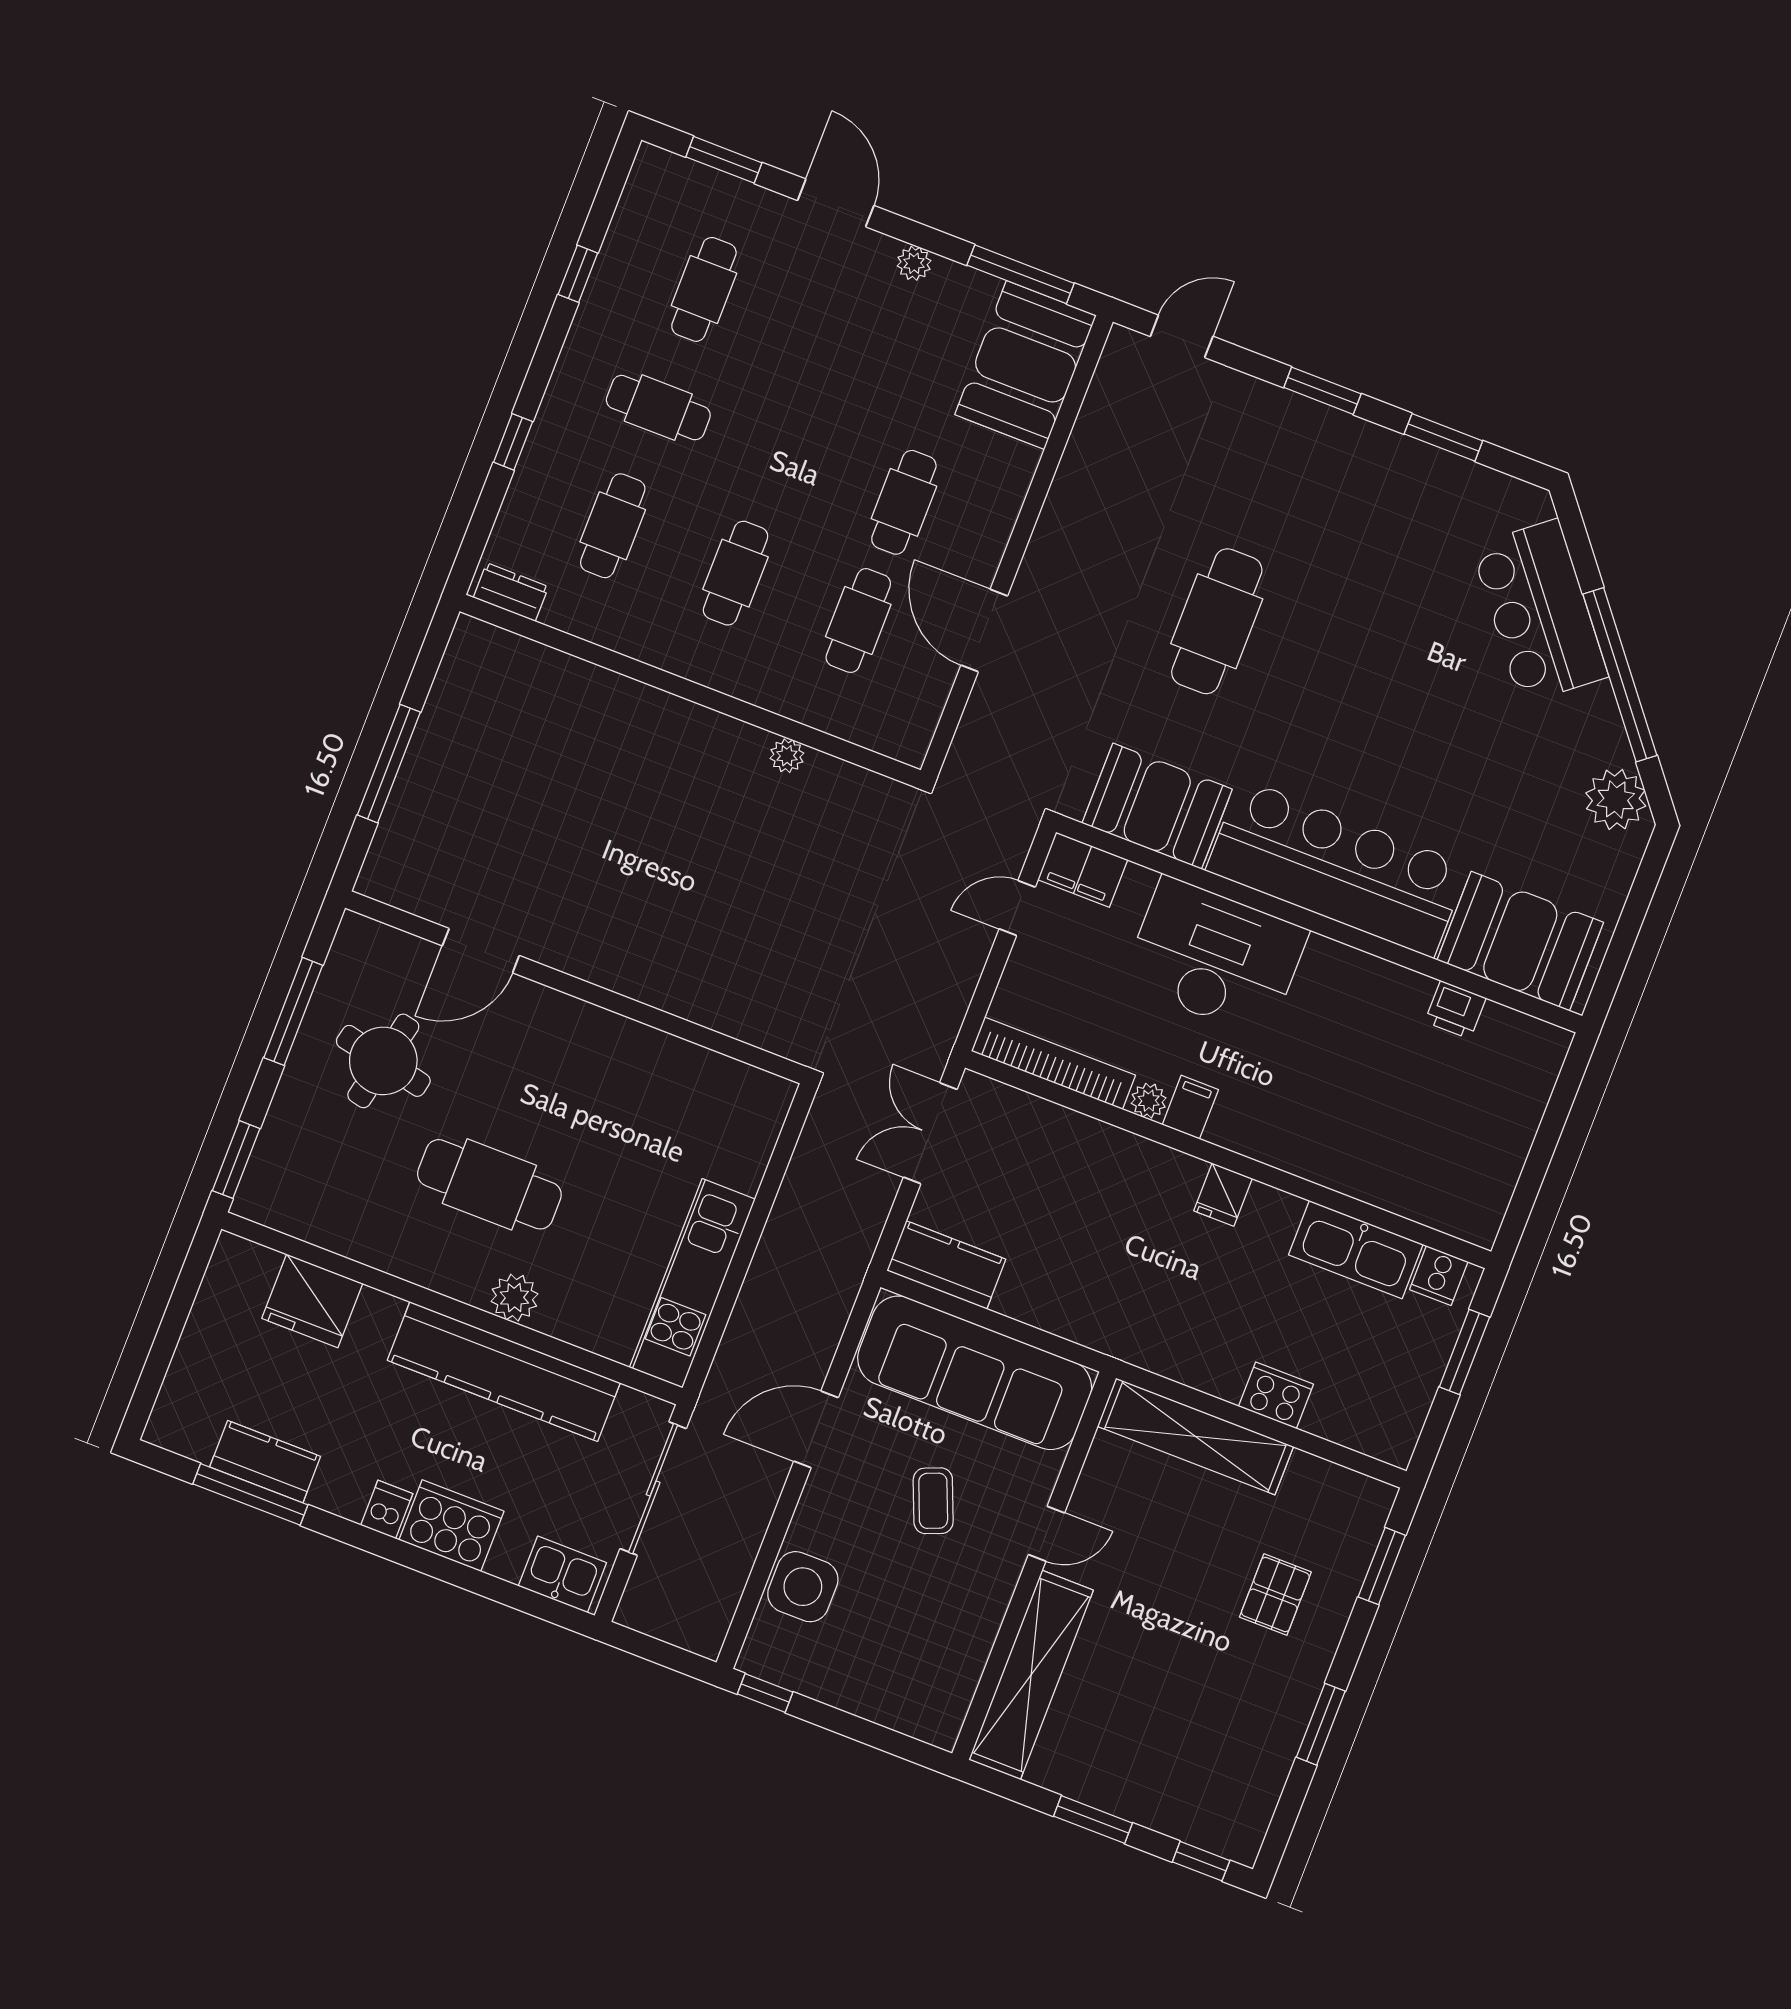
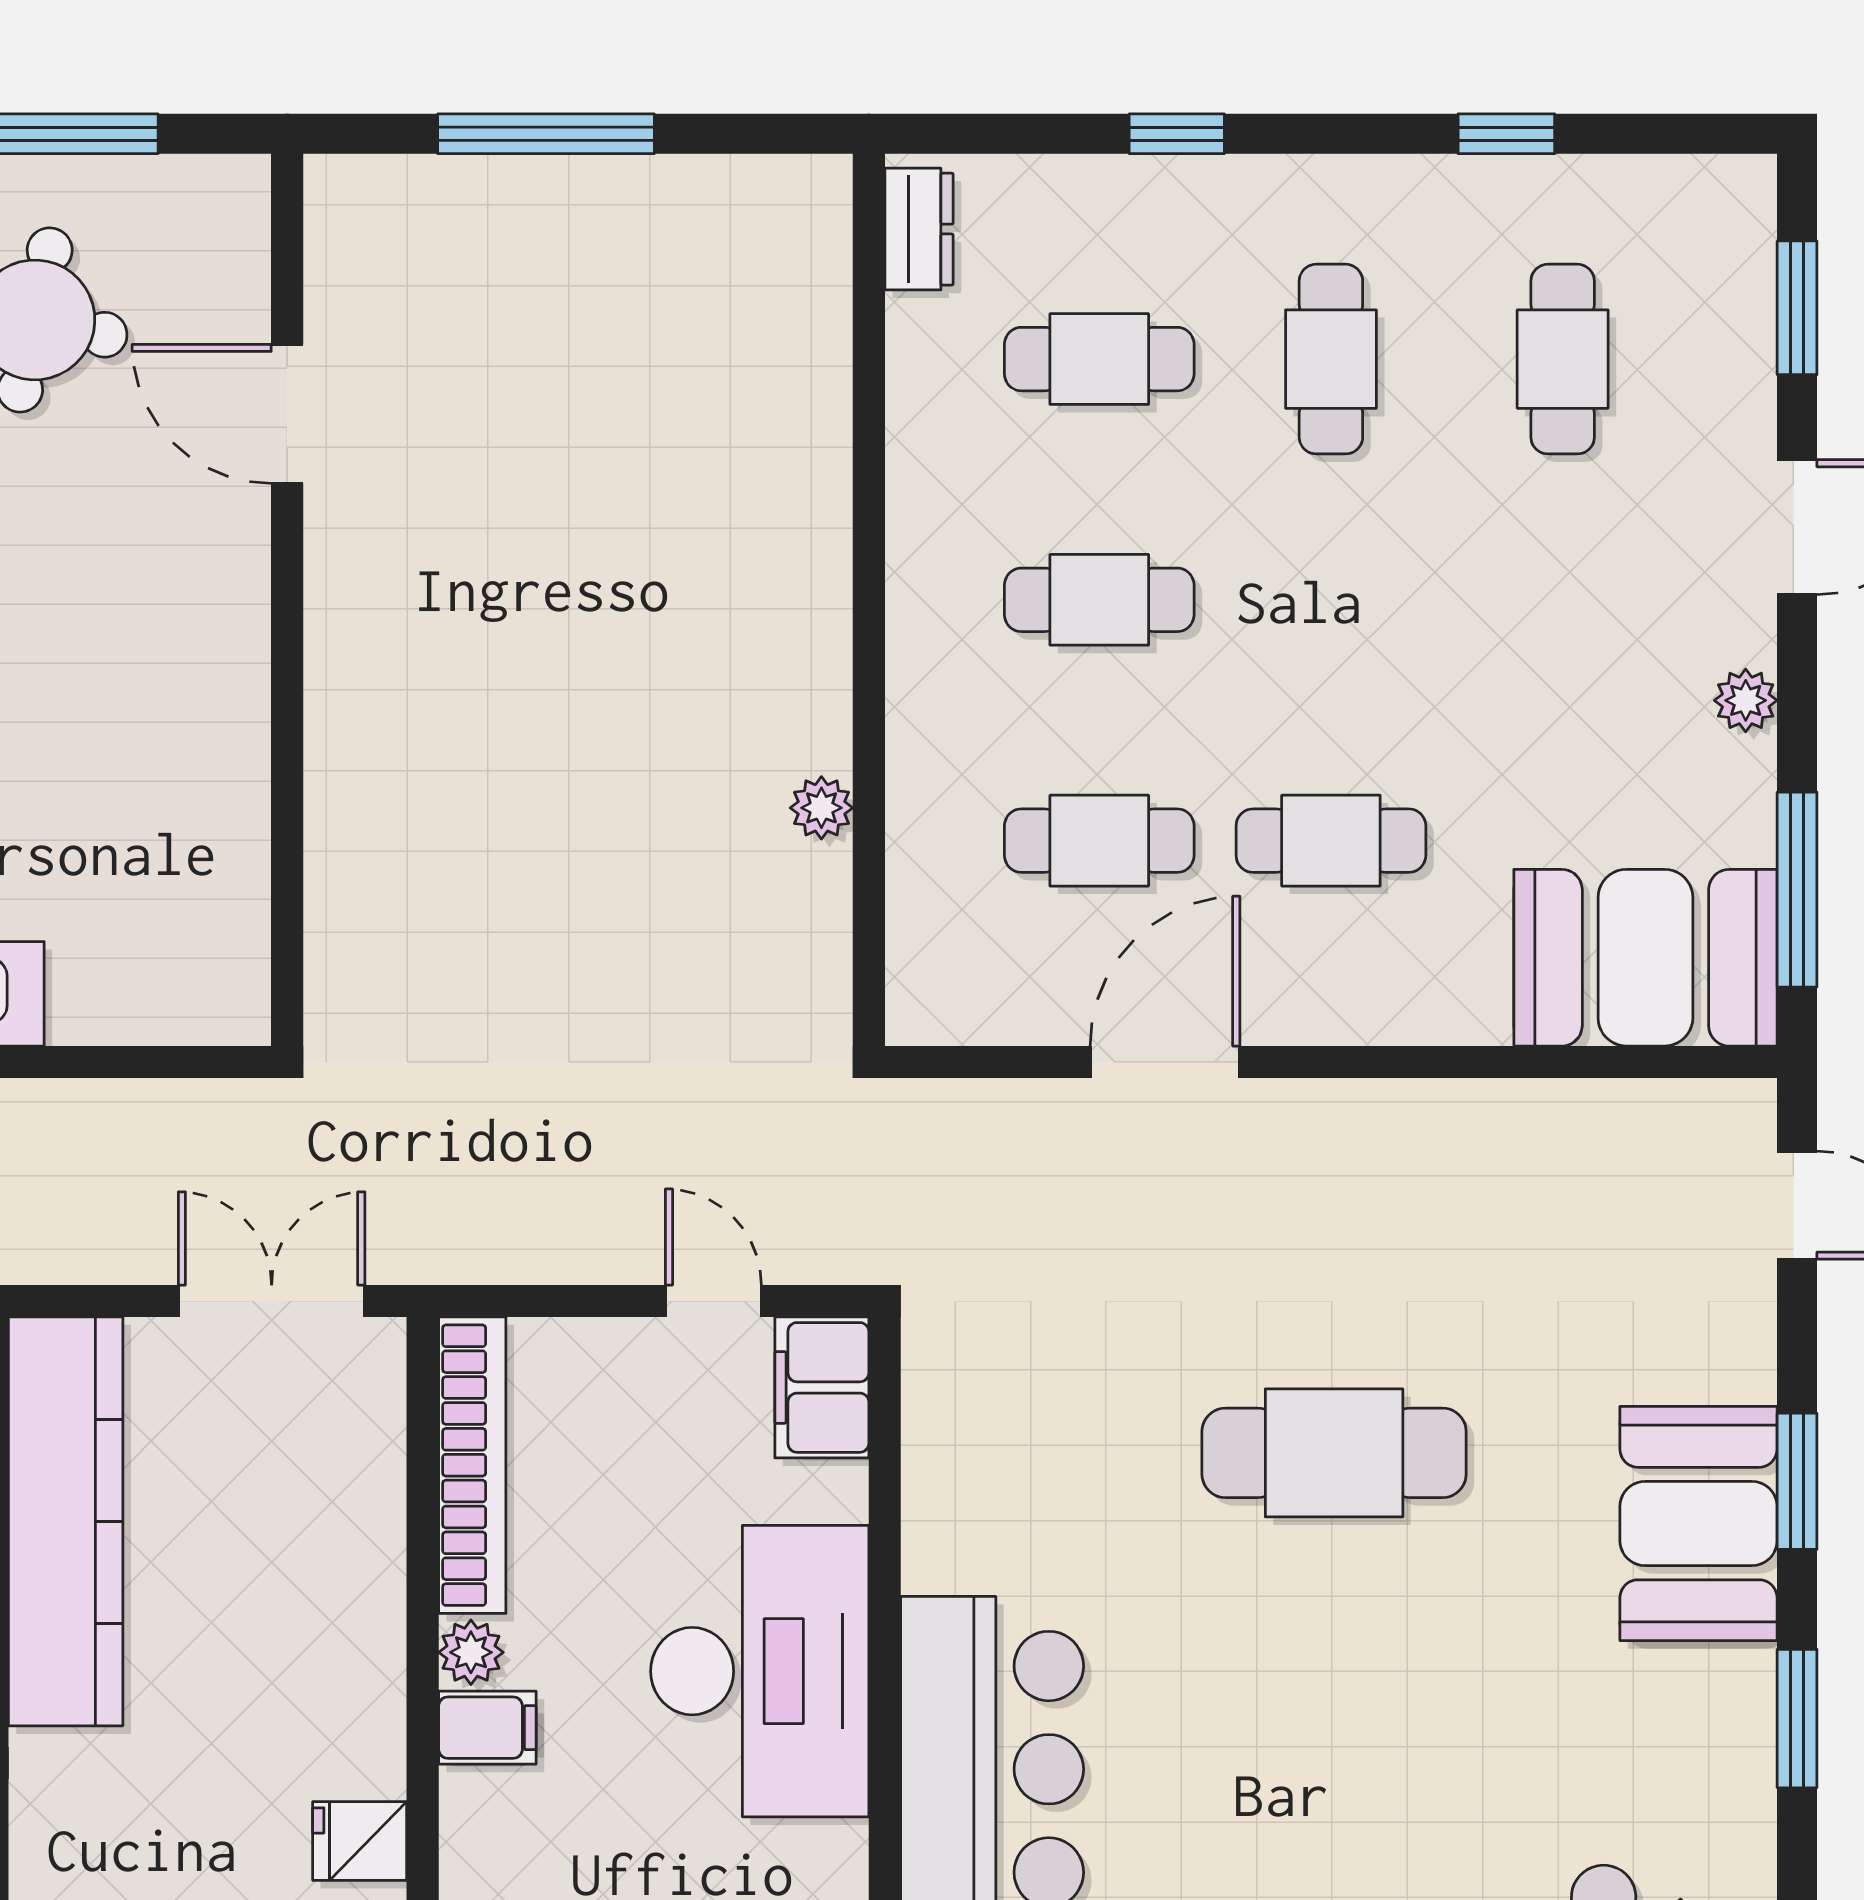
cafe table: (704, 289) -> (1563, 359), turned 90
booth: (1157, 806) -> (1699, 1524), moved
kitchen counter: (946, 1265) -> (66, 1521), width x2.08, depth x1.17

